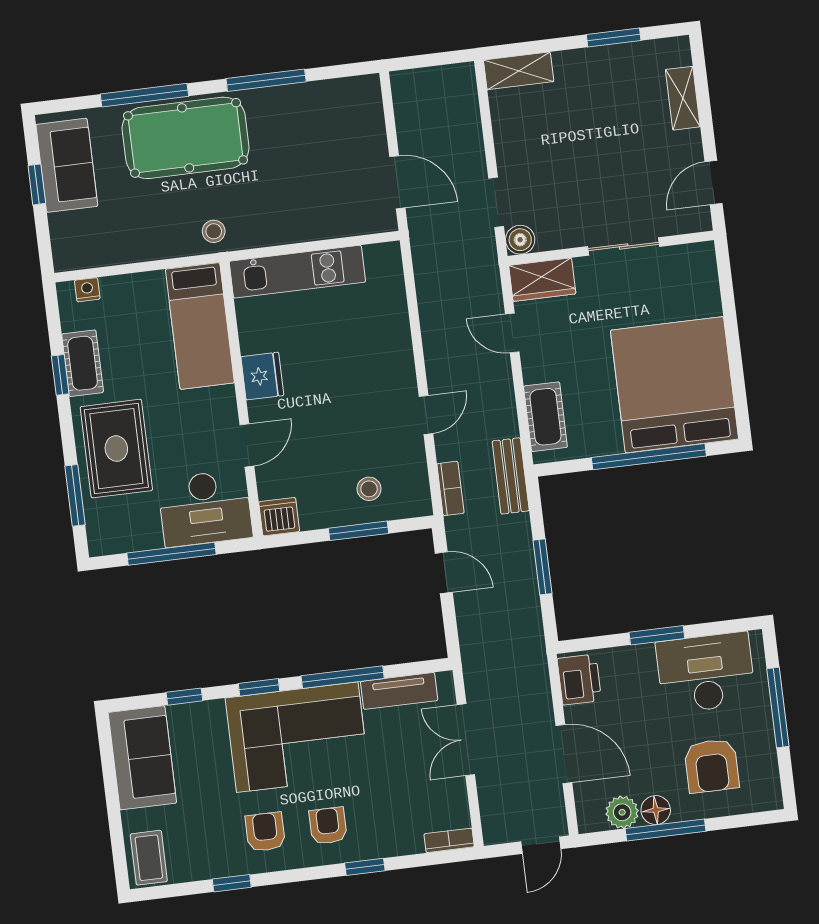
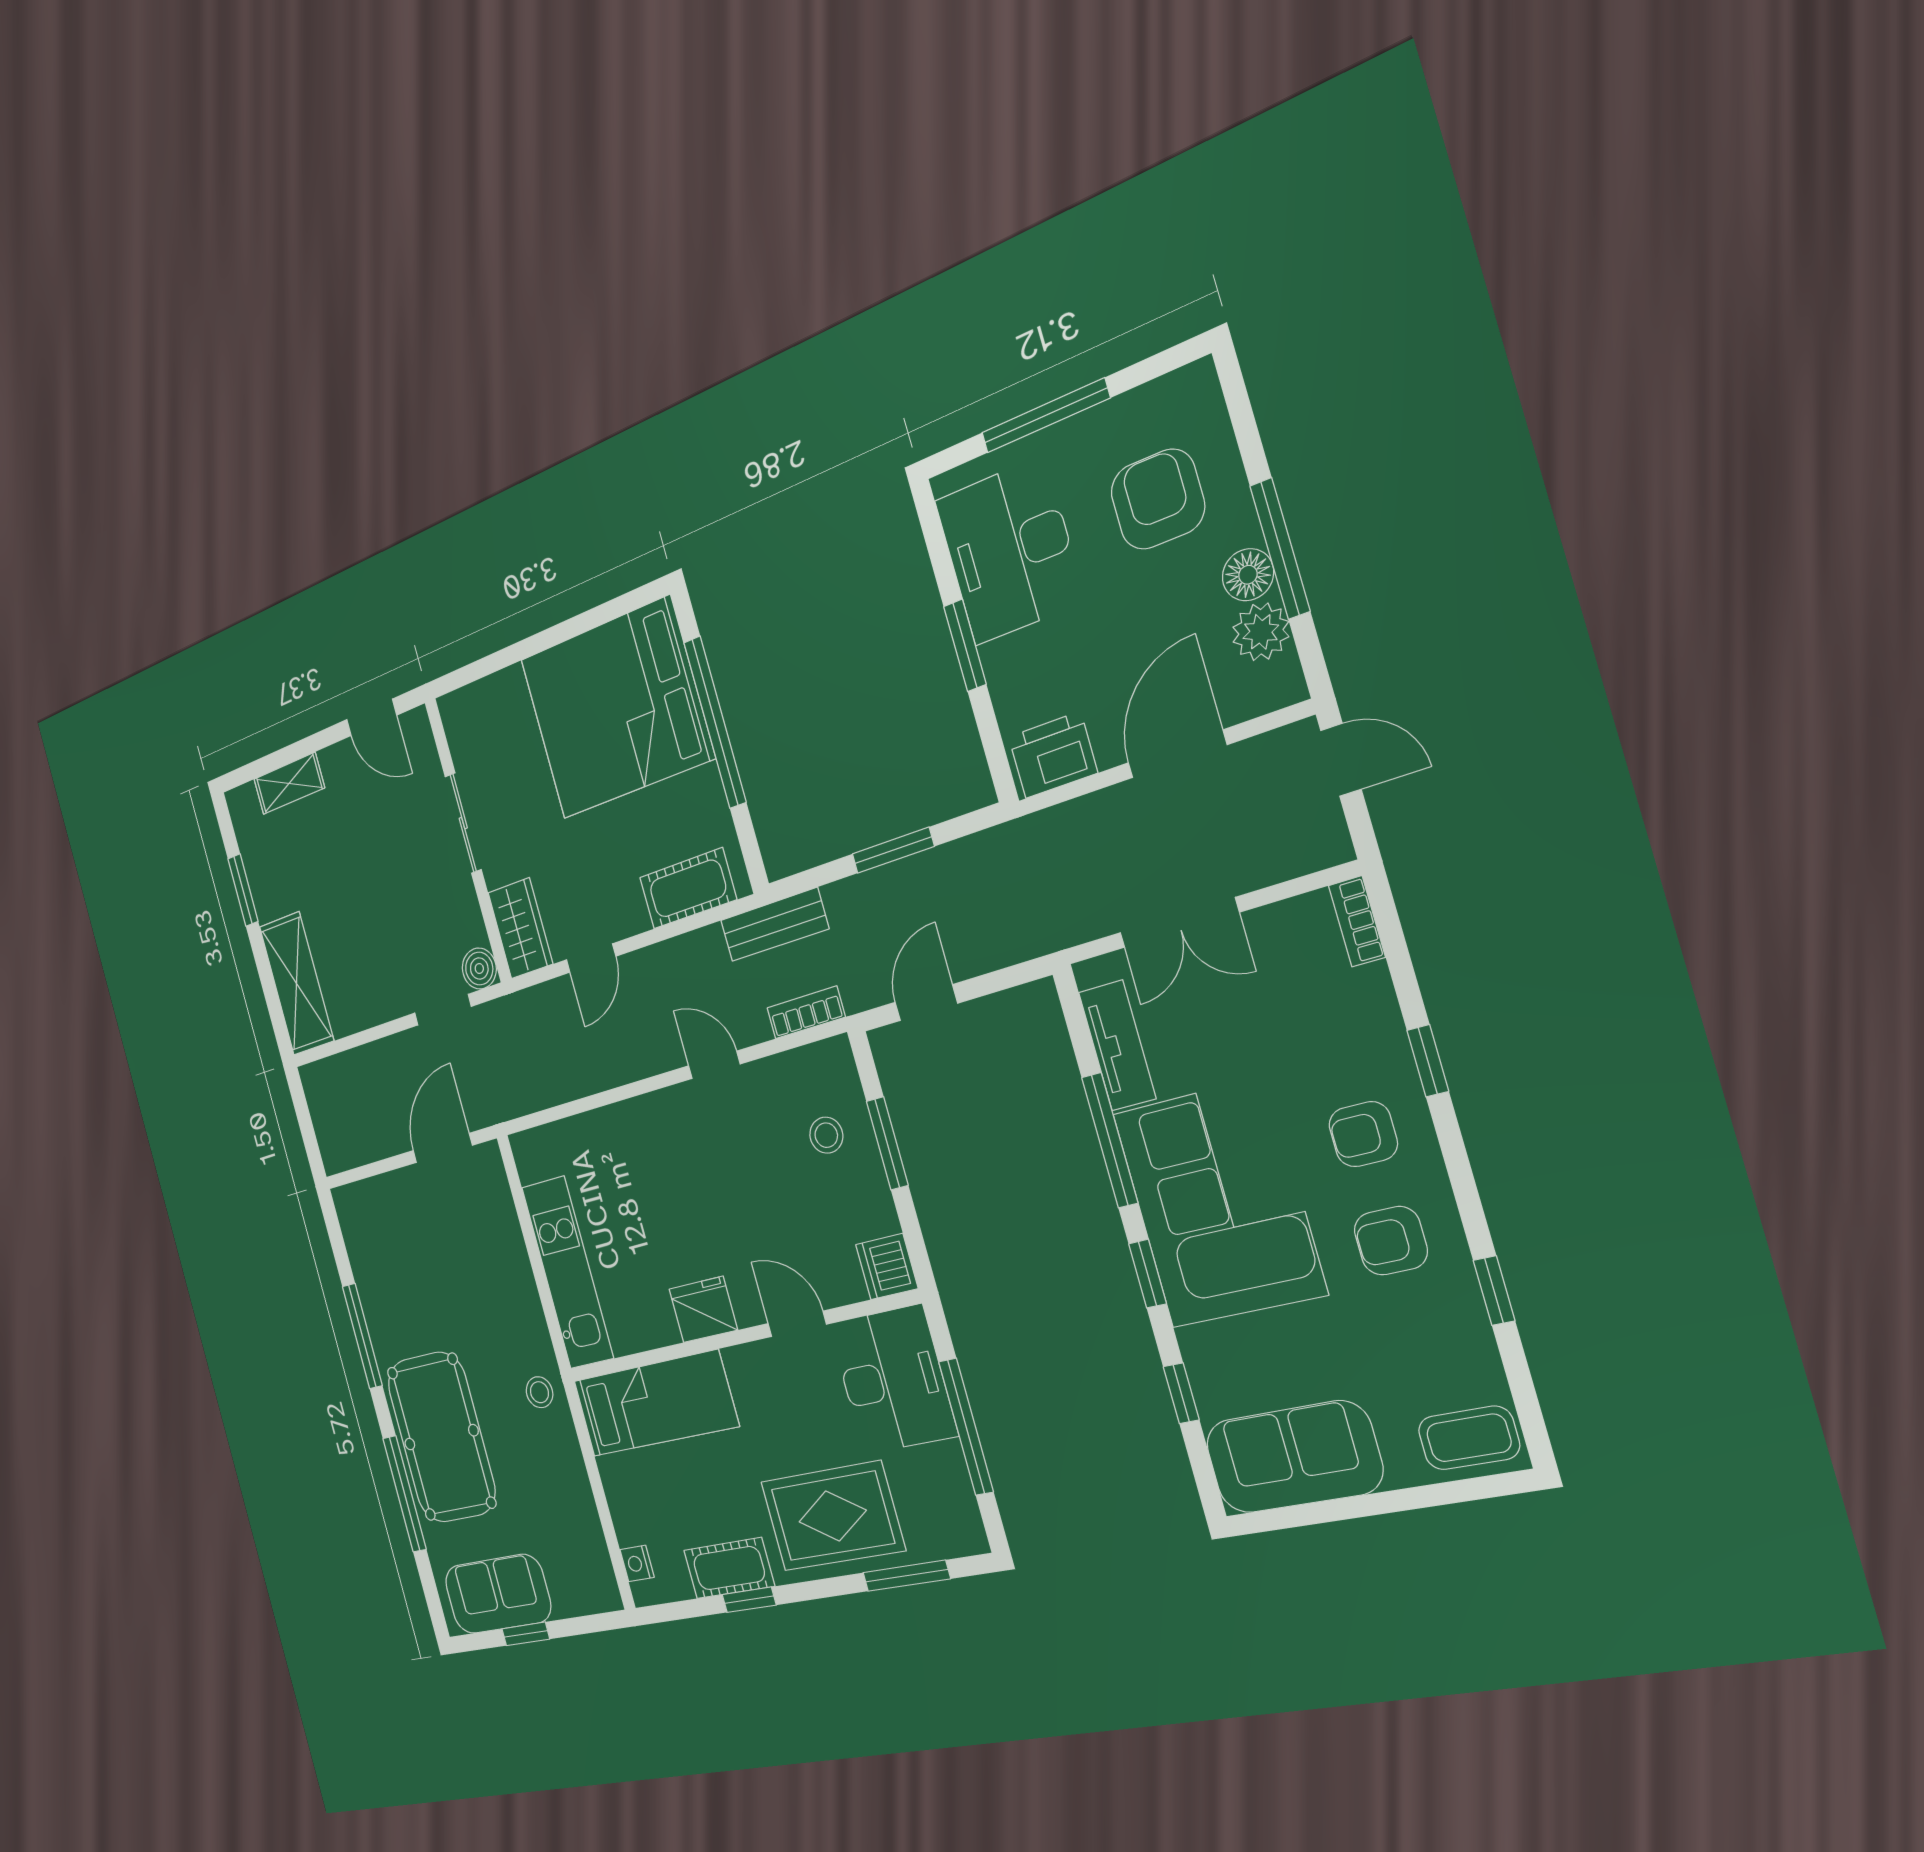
shelving: (519, 71) -> (297, 984), width x1.50, depth x1.33
armchair: (712, 766) -> (1158, 499), turned -90

